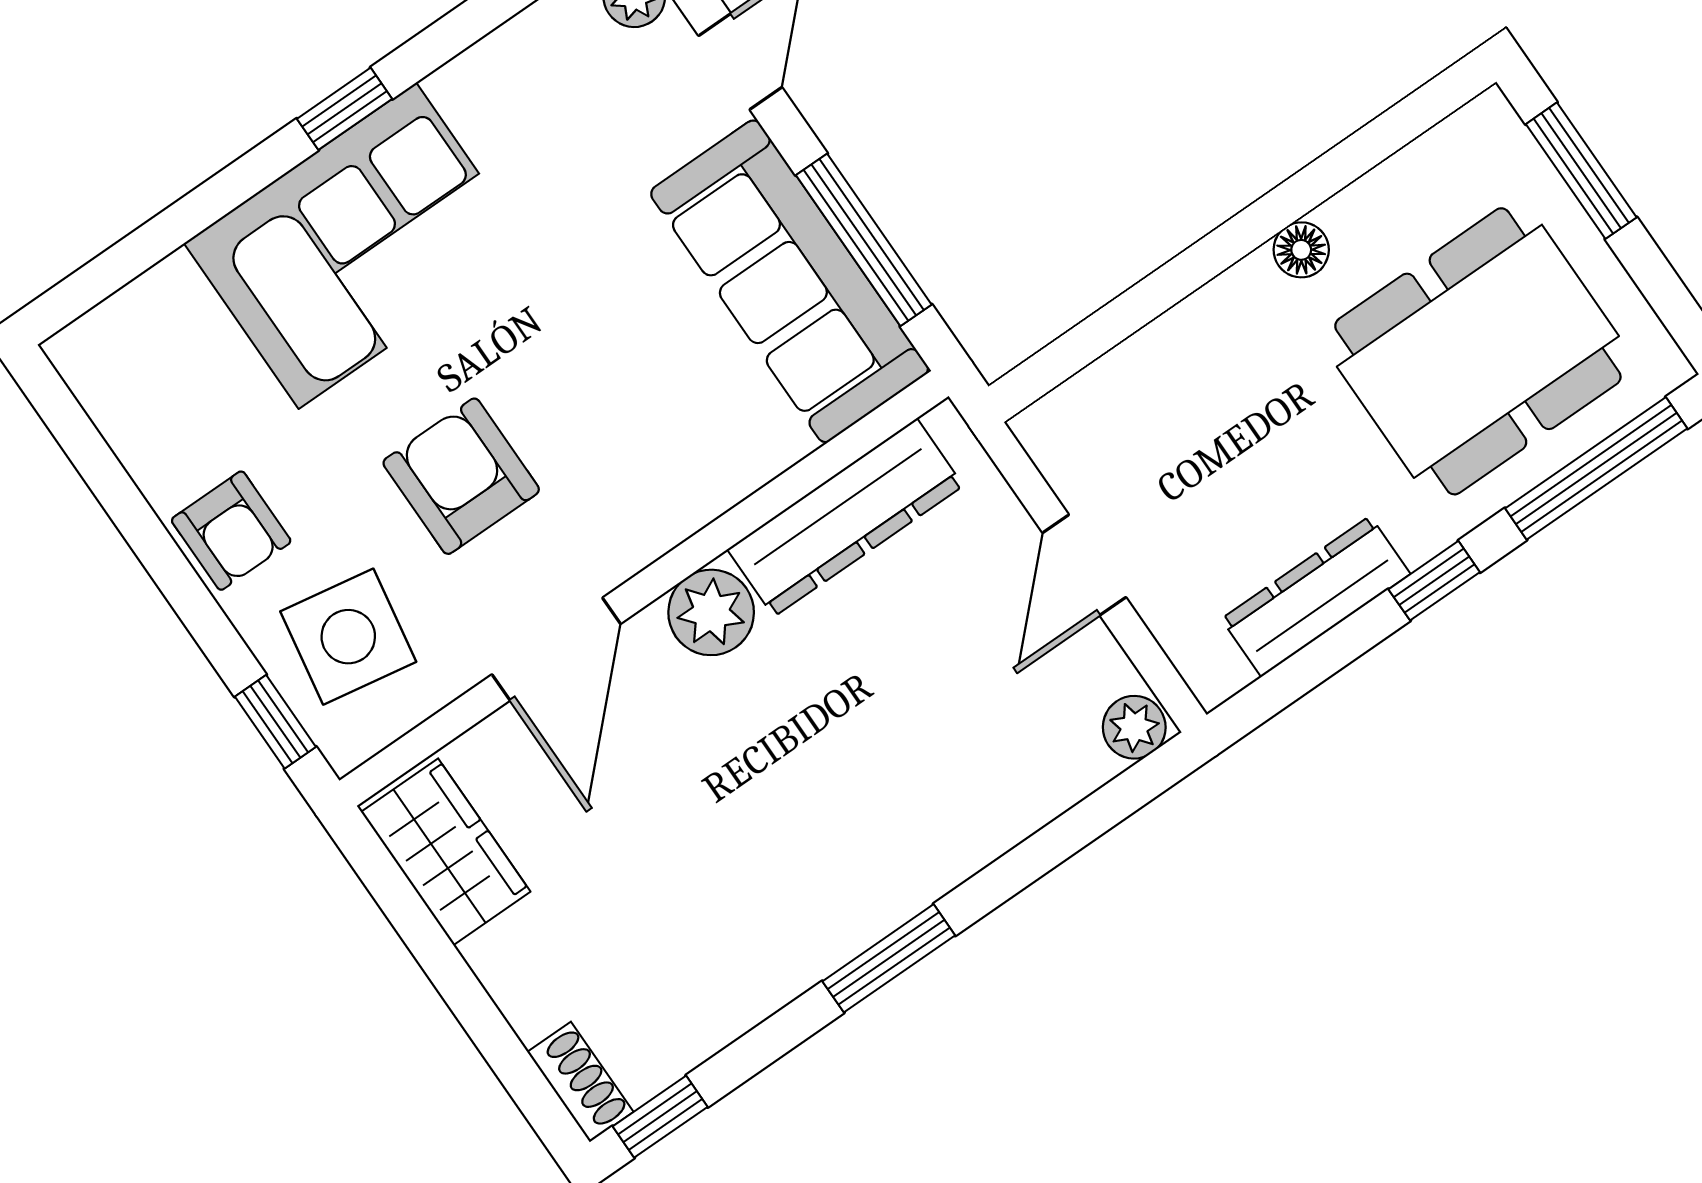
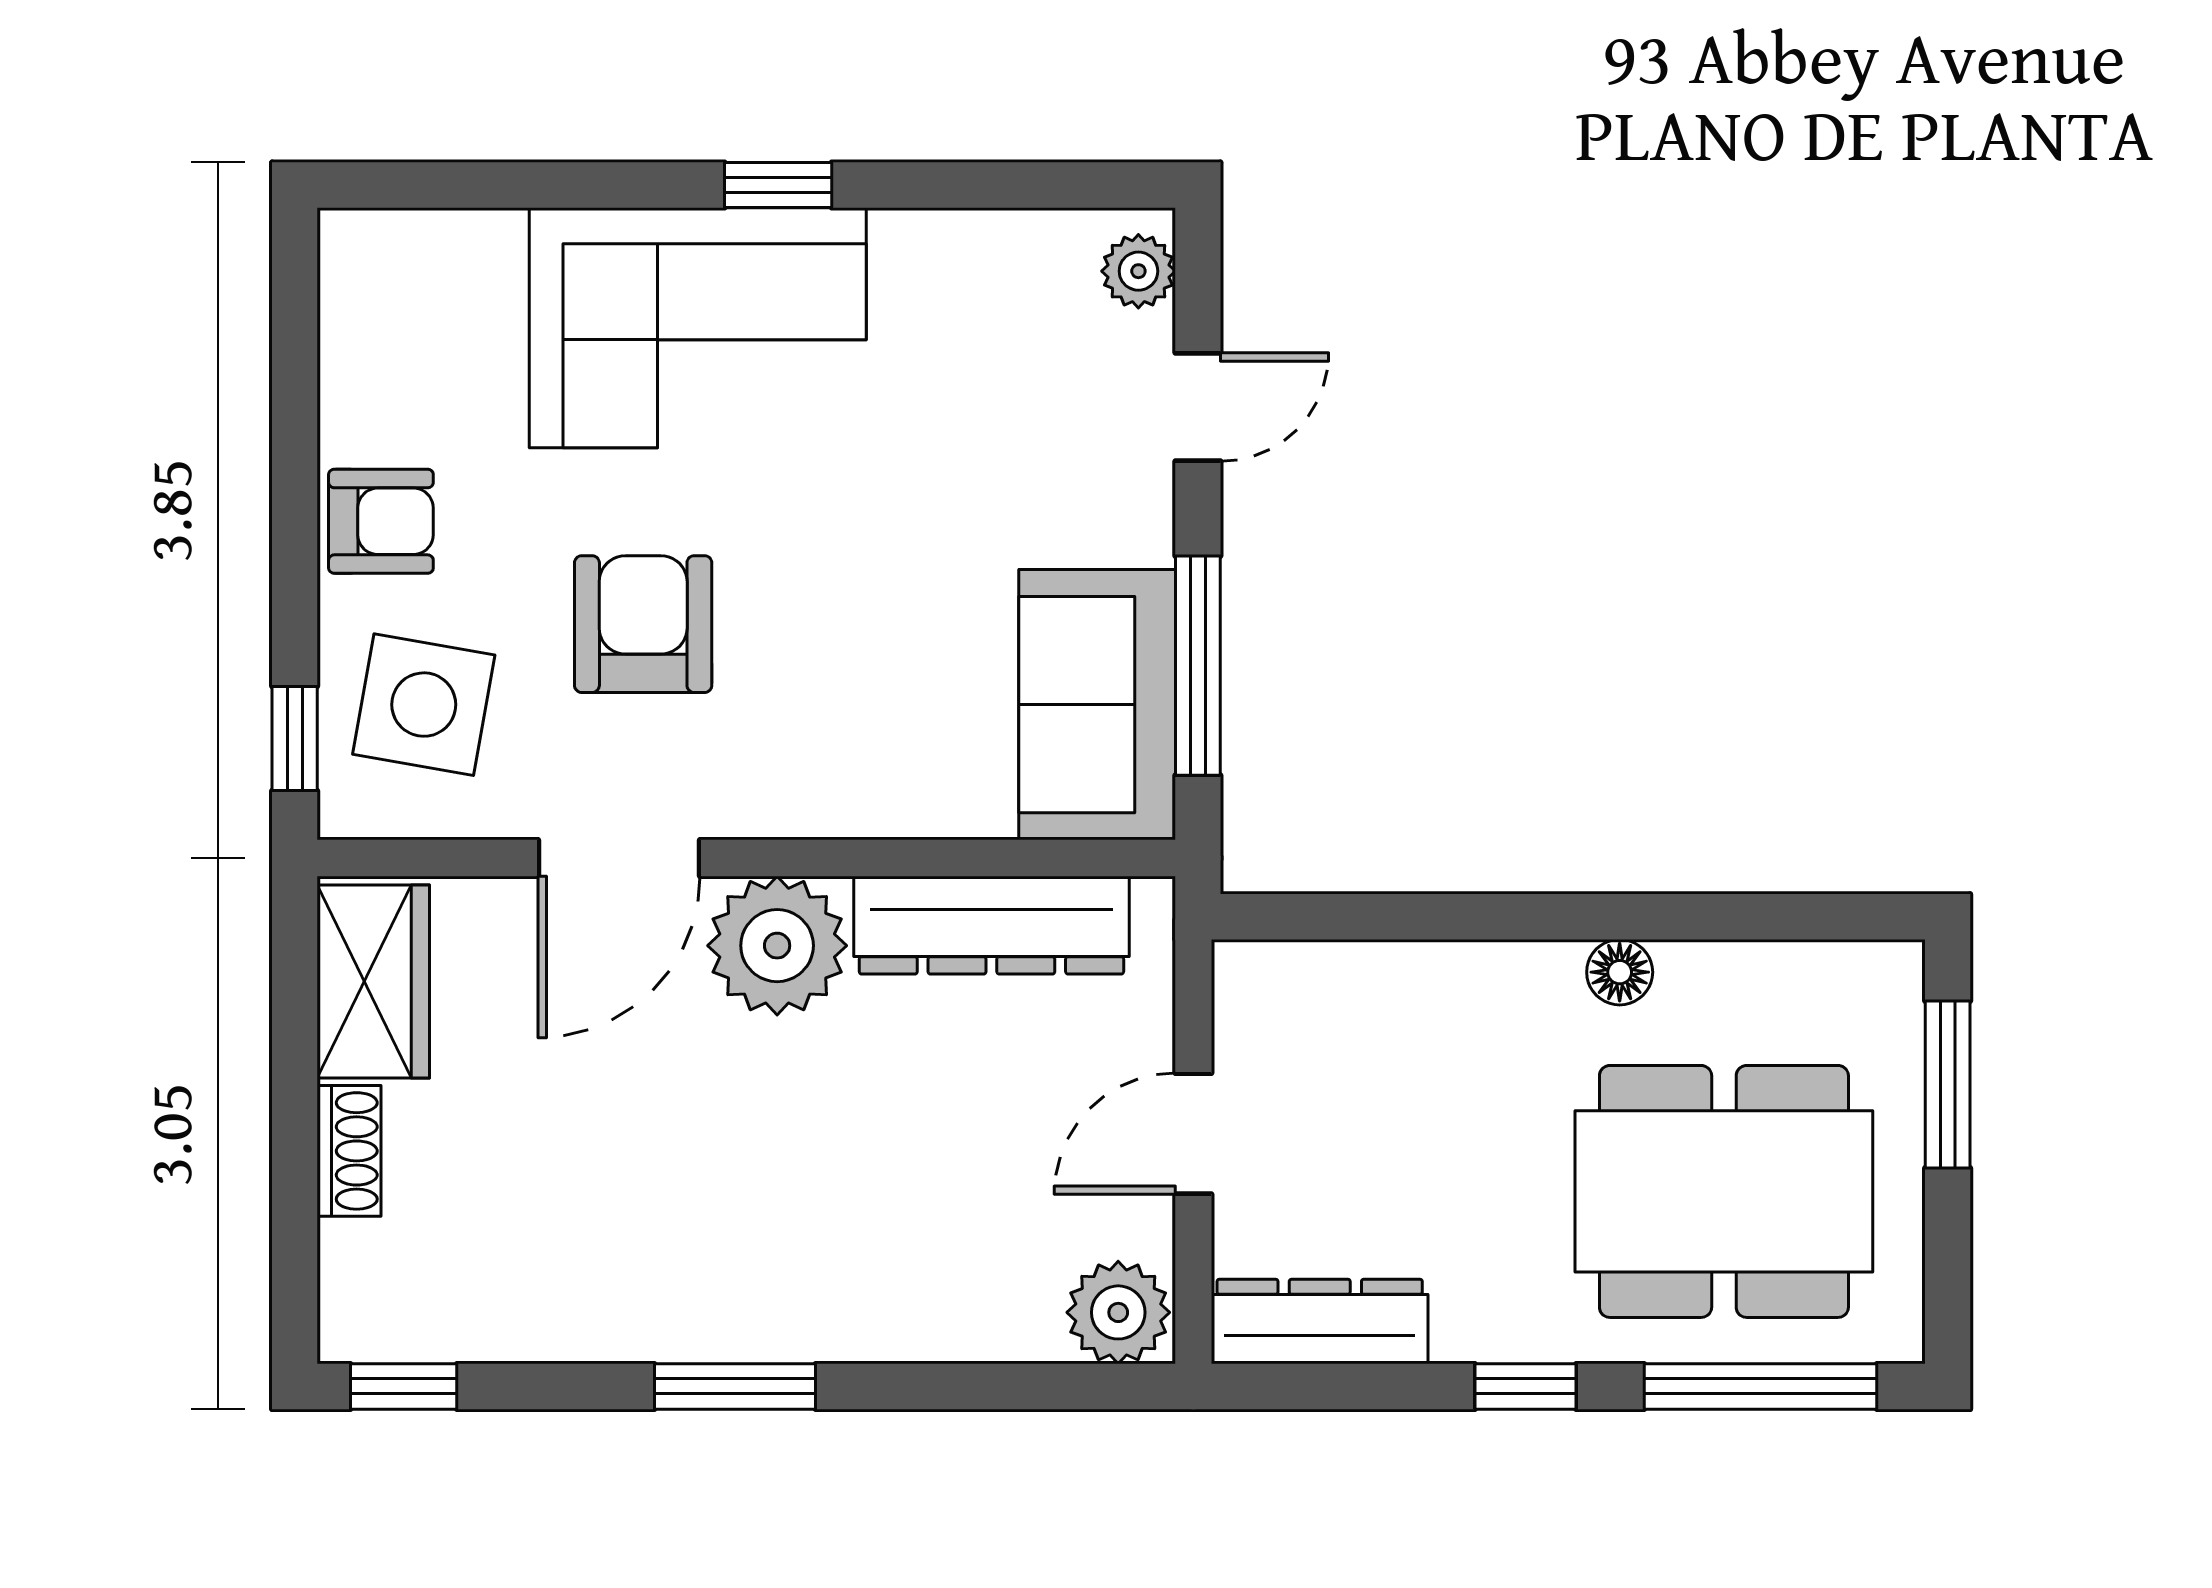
sofa: (790, 281) -> (1097, 705), width x0.73
armchair: (231, 531) -> (381, 521), turned -90
dresser: (1316, 596) -> (1320, 1321), moved
plant: (711, 612) -> (777, 946), width x1.36, depth x1.36
plant: (1134, 727) -> (1118, 1312), width x1.38, depth x1.38
shoe rack: (580, 1082) -> (349, 1151), moved

